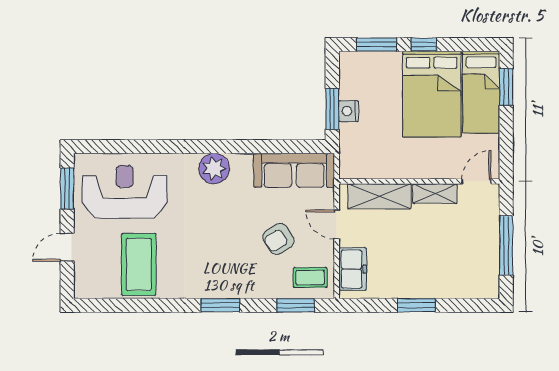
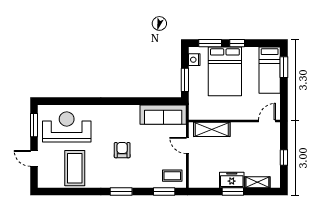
bed: (432, 94) -> (225, 71), moved
nightstand: (349, 111) -> (194, 60), moved
plant: (214, 168) -> (118, 114), removed
shelving: (435, 193) -> (257, 182), moved
armchair: (278, 239) -> (122, 150), moved, turned 122
window: (506, 245) -> (284, 157), width x0.46
door: (67, 247) -> (34, 158), hinge flipped
freezer: (353, 269) -> (232, 180), moved, turned -90

